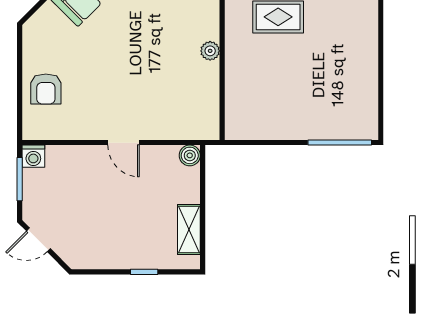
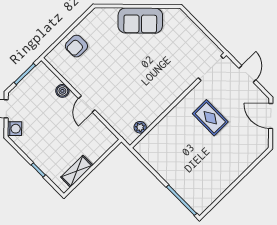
plant: (210, 51) -> (140, 127), moved
boiler: (190, 155) -> (62, 91), moved
washing machine: (33, 156) -> (15, 129), moved, turned -135

